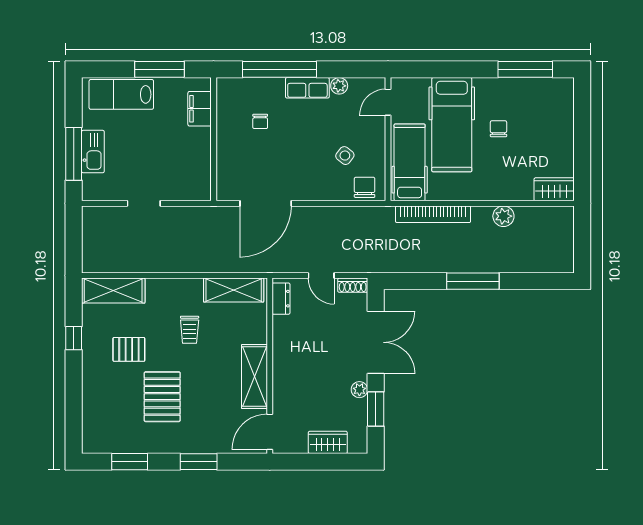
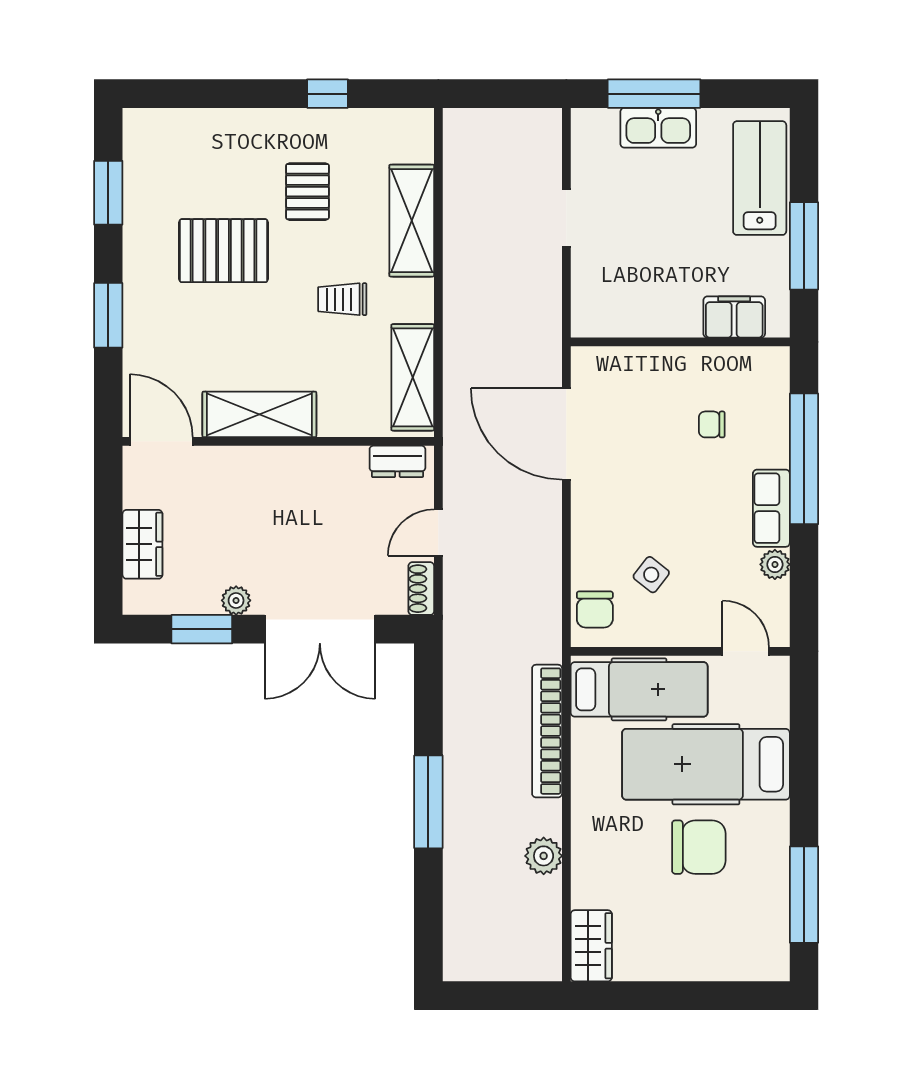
chair: (498, 129) -> (699, 847), width x1.87, depth x1.87
chair: (365, 187) -> (595, 610), turned 90
shelving: (113, 291) -> (412, 221), moved

